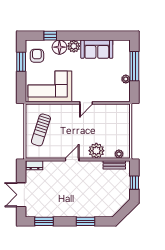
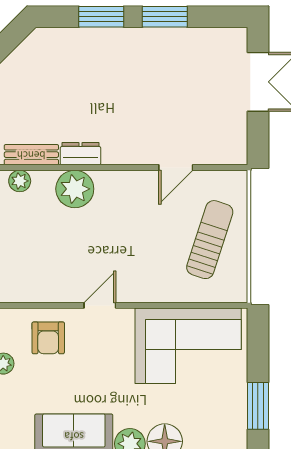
armchair: (37, 56) -> (48, 338), moved
door: (72, 160) -> (176, 168), moved
dresser: (34, 165) -> (80, 154), moved
window: (44, 221) -> (165, 17), moved

